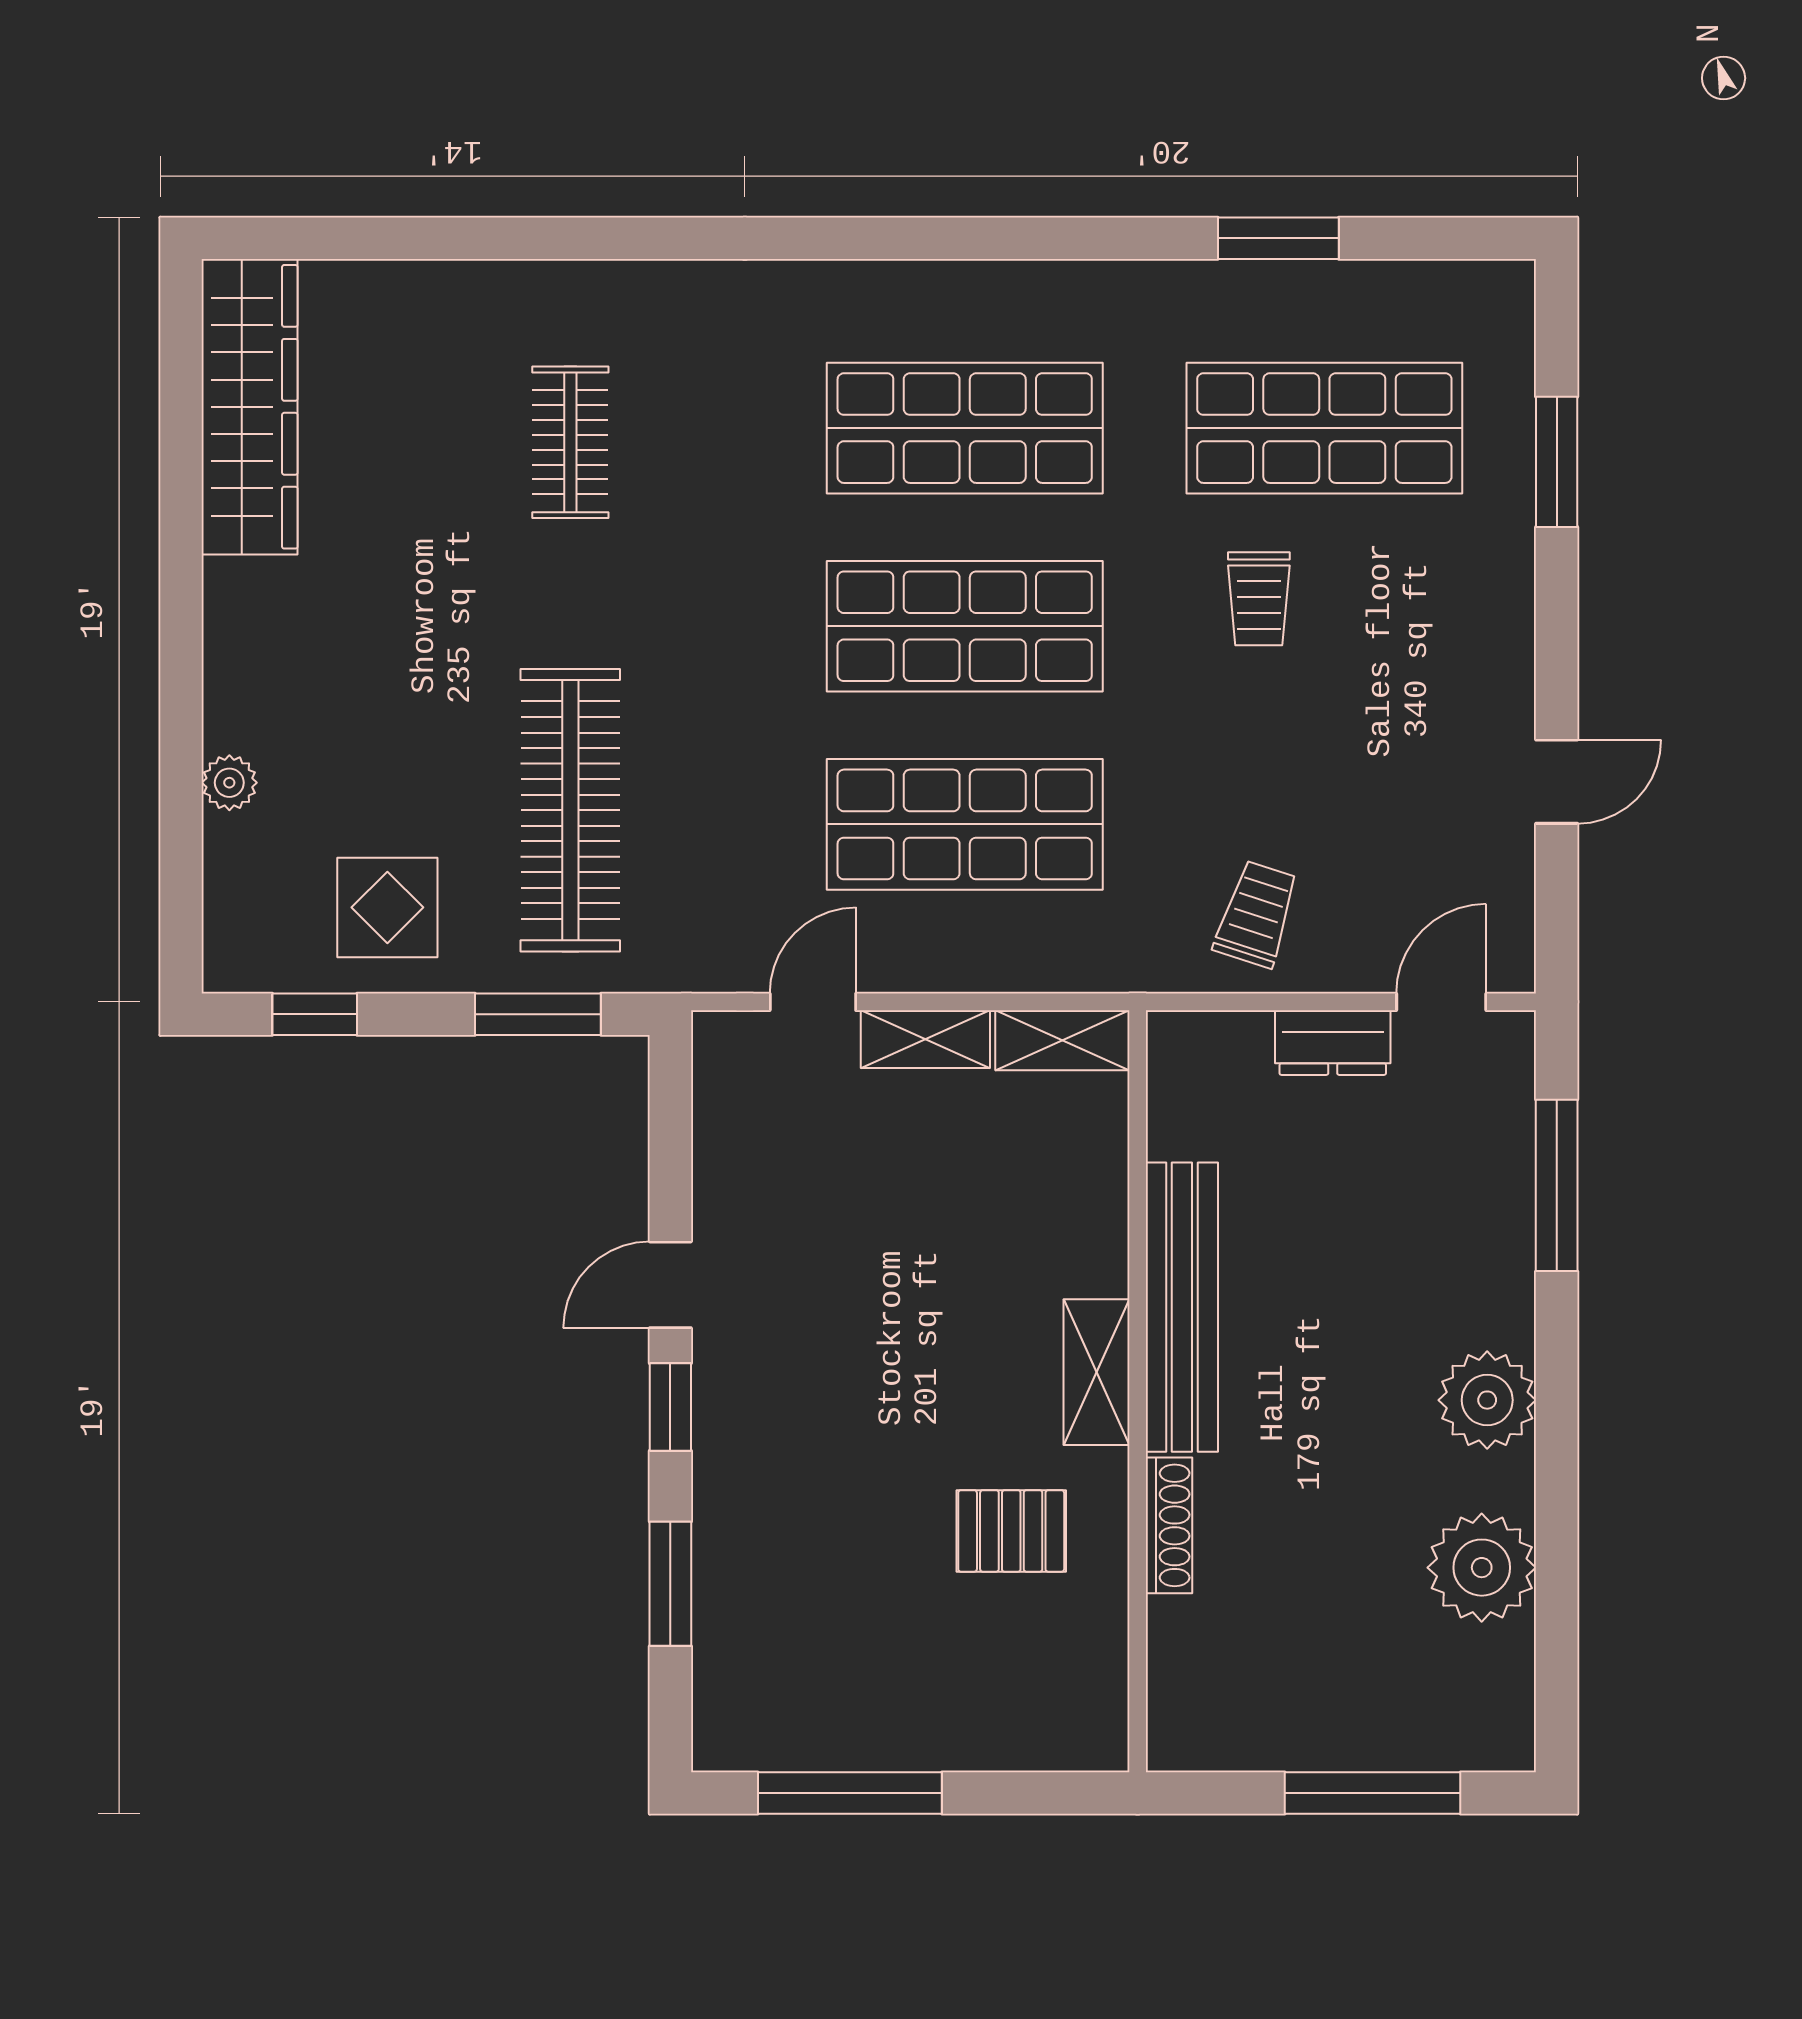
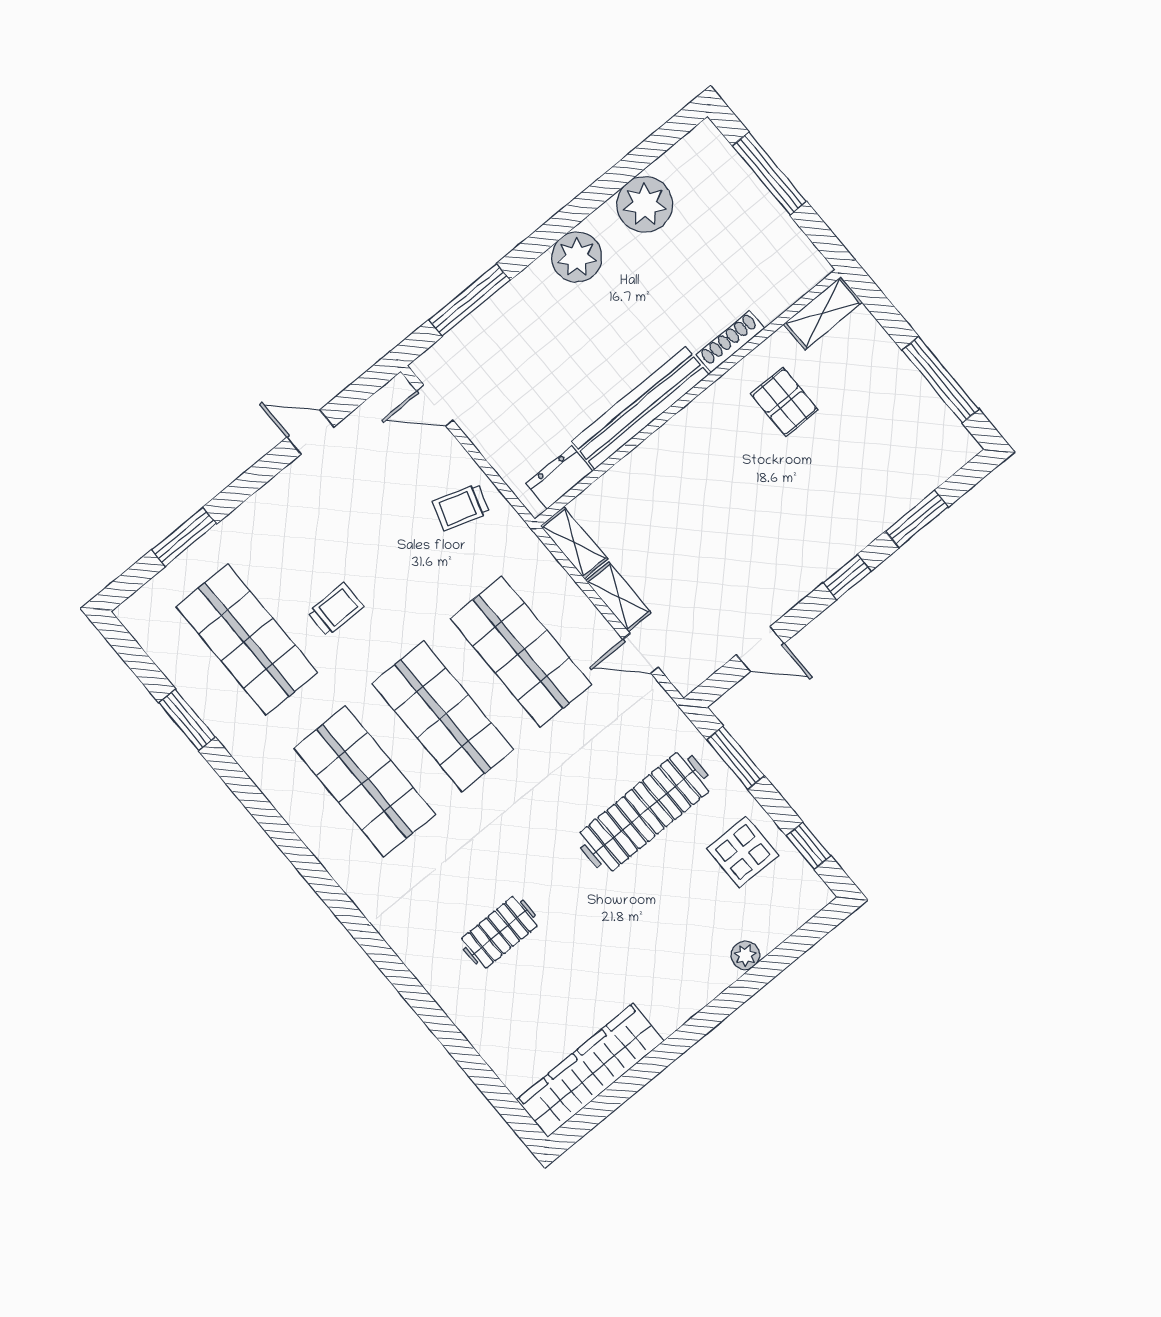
dresser: (1333, 1043) -> (559, 477), moved, turned -90
door: (670, 1285) -> (760, 649), moved
shelving: (1097, 1372) -> (823, 313), moved

